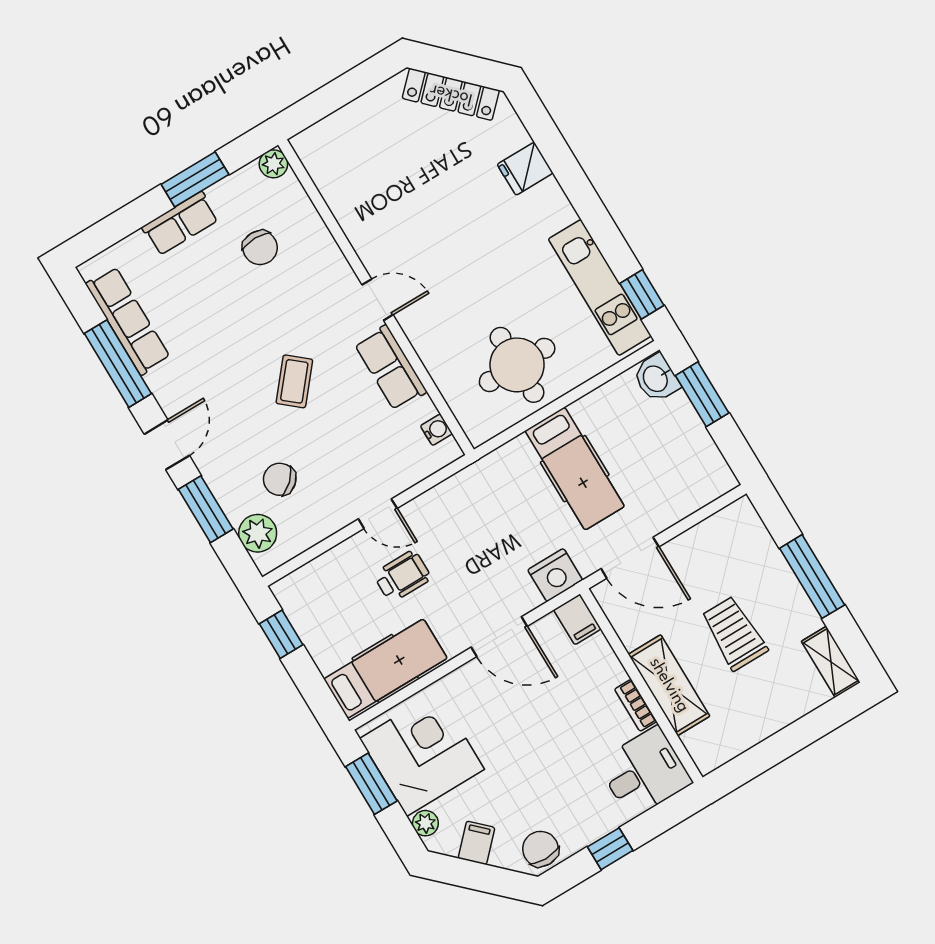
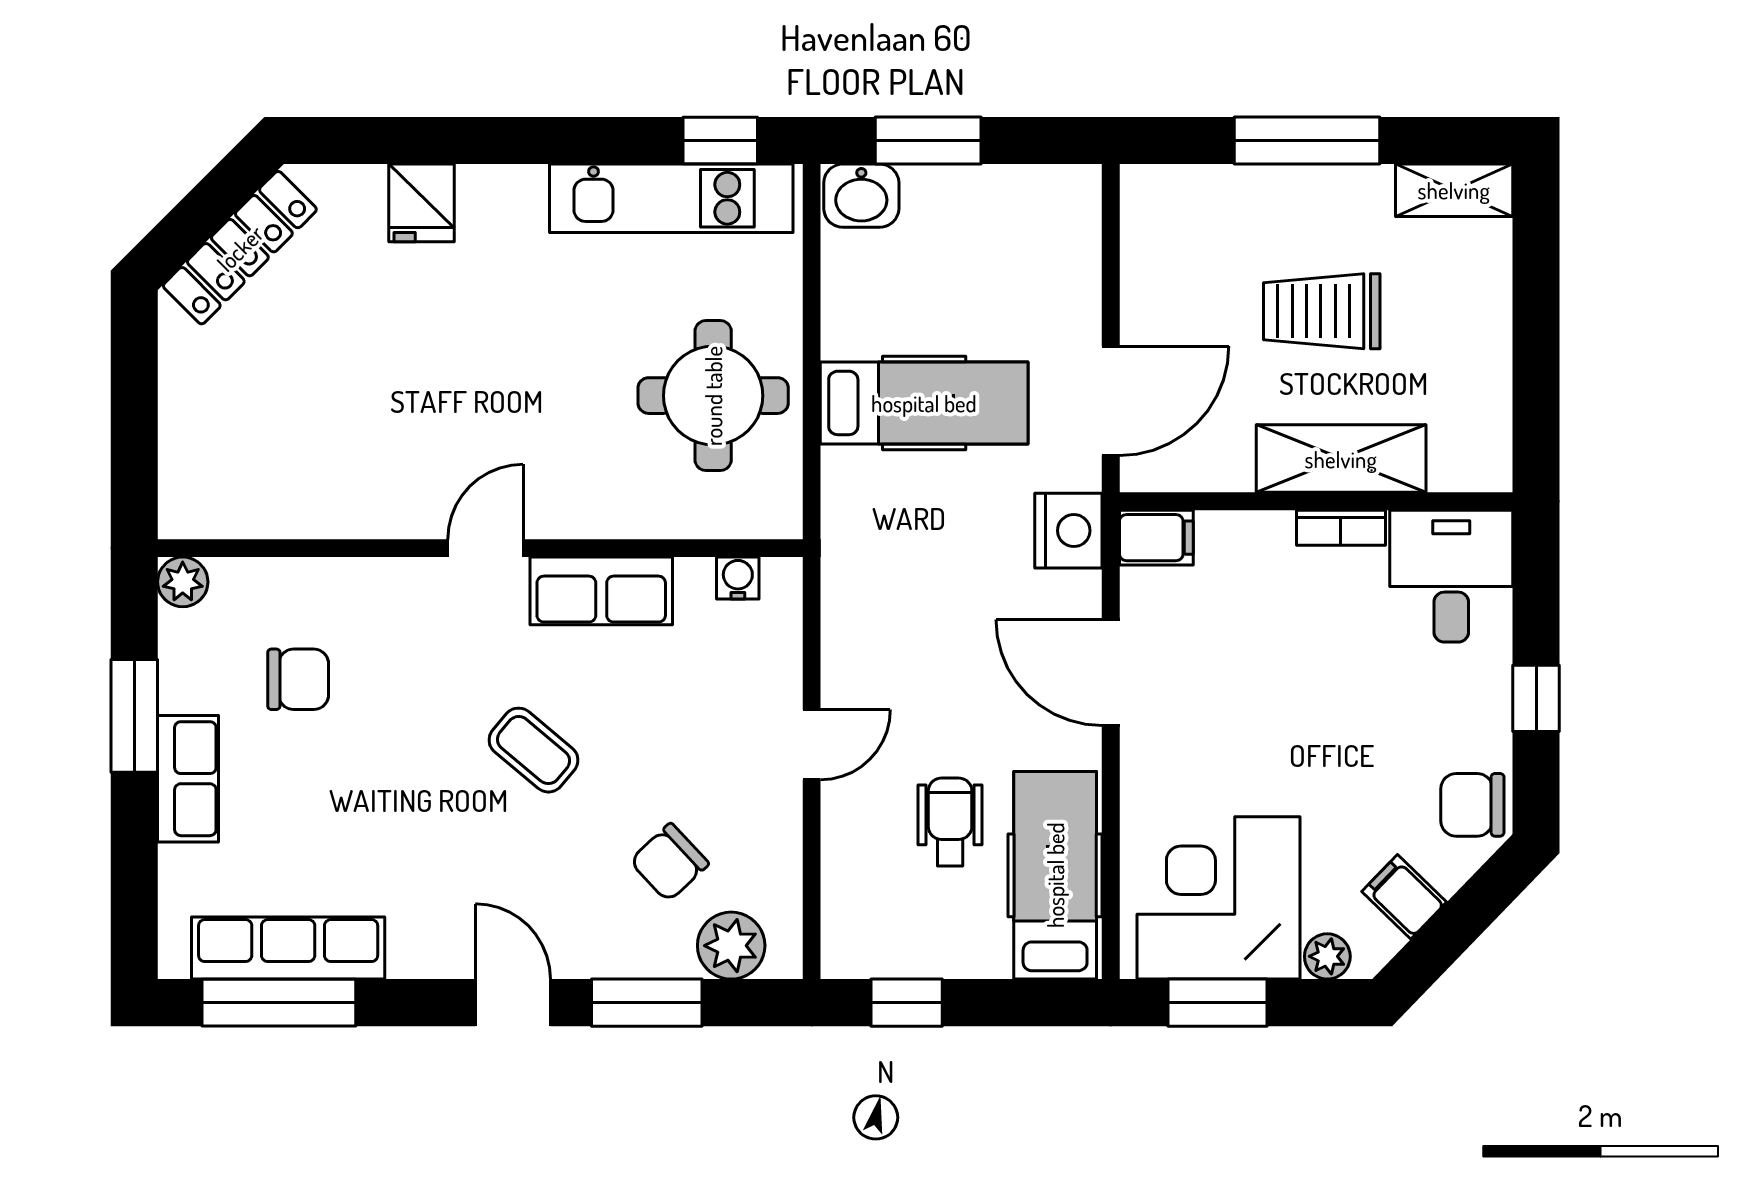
window: (118, 364) -> (279, 1003), moved
wheelchair: (402, 576) -> (950, 822), moved
door: (499, 637) -> (1111, 673), swing flipped

